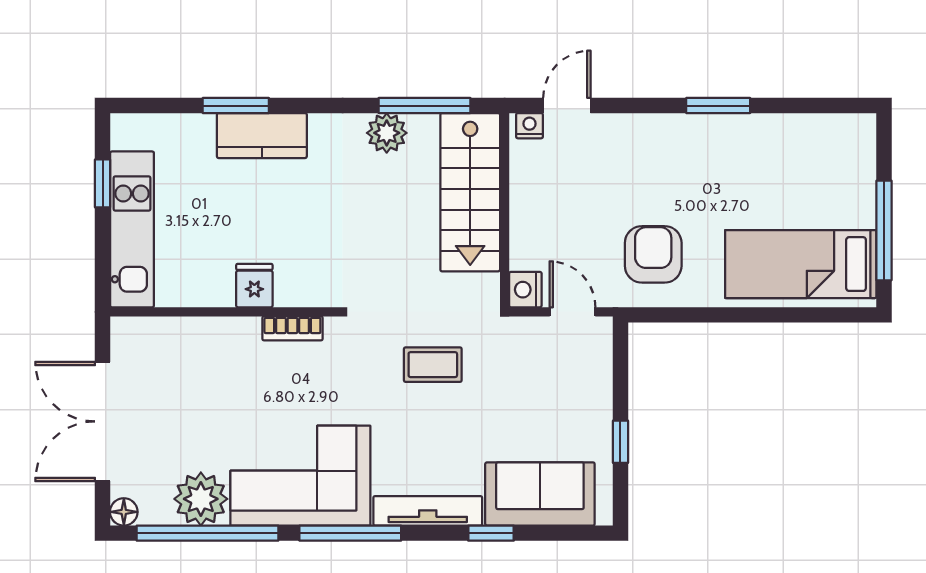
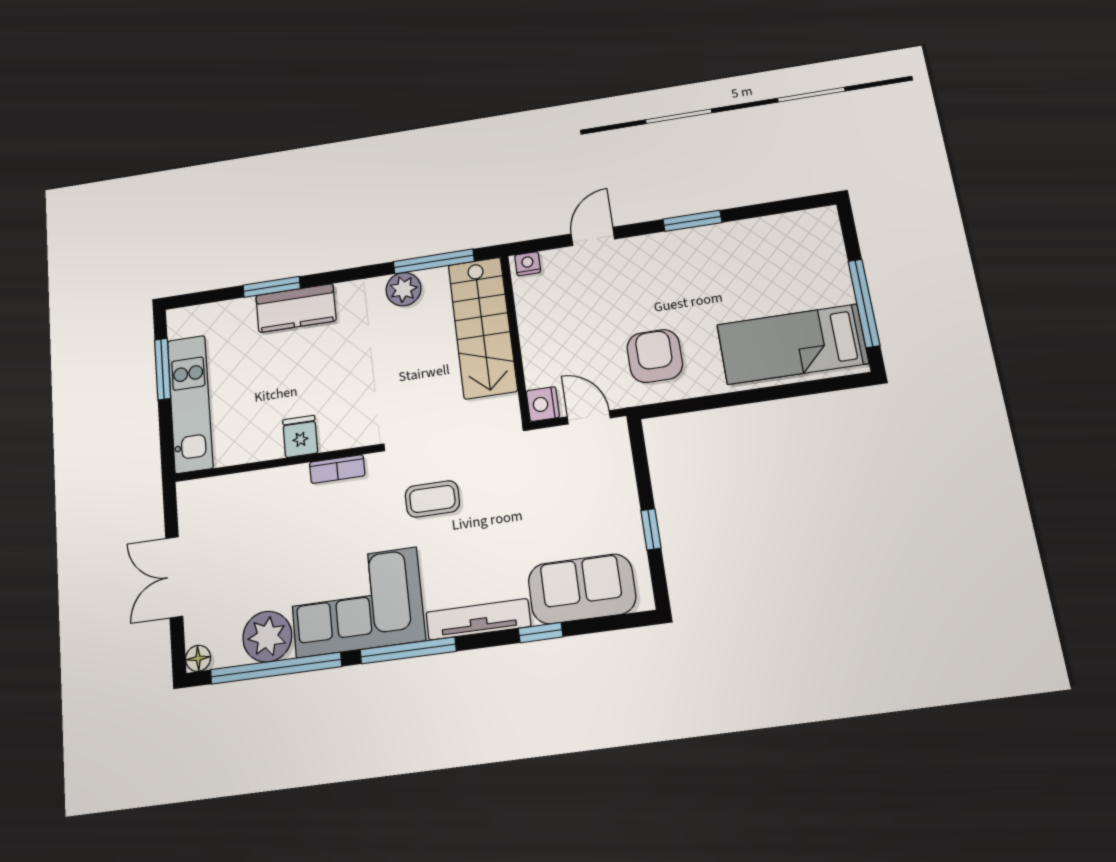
door: (567, 106) -> (593, 236), moved
window: (103, 183) -> (163, 369), width x1.50
coffee table: (433, 365) -> (432, 499), moved
double door: (103, 421) -> (174, 577), width x0.73

